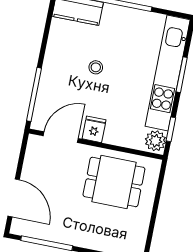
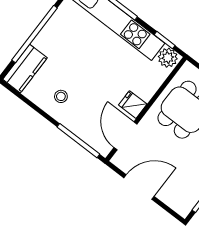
stool: (96, 67) -> (61, 96), moved
door: (14, 198) -> (139, 187), moved

